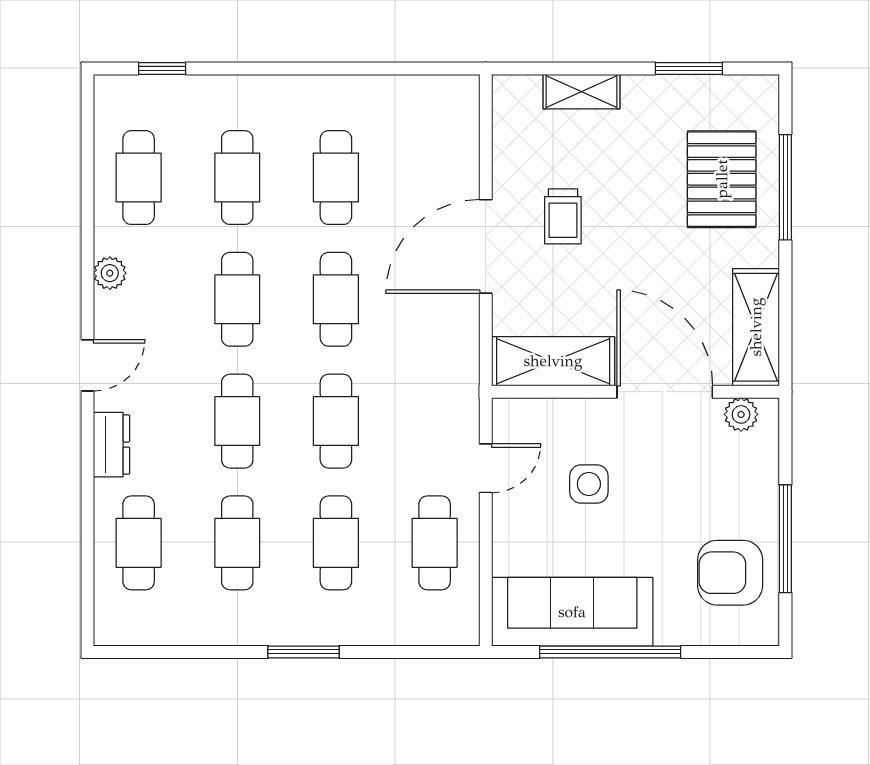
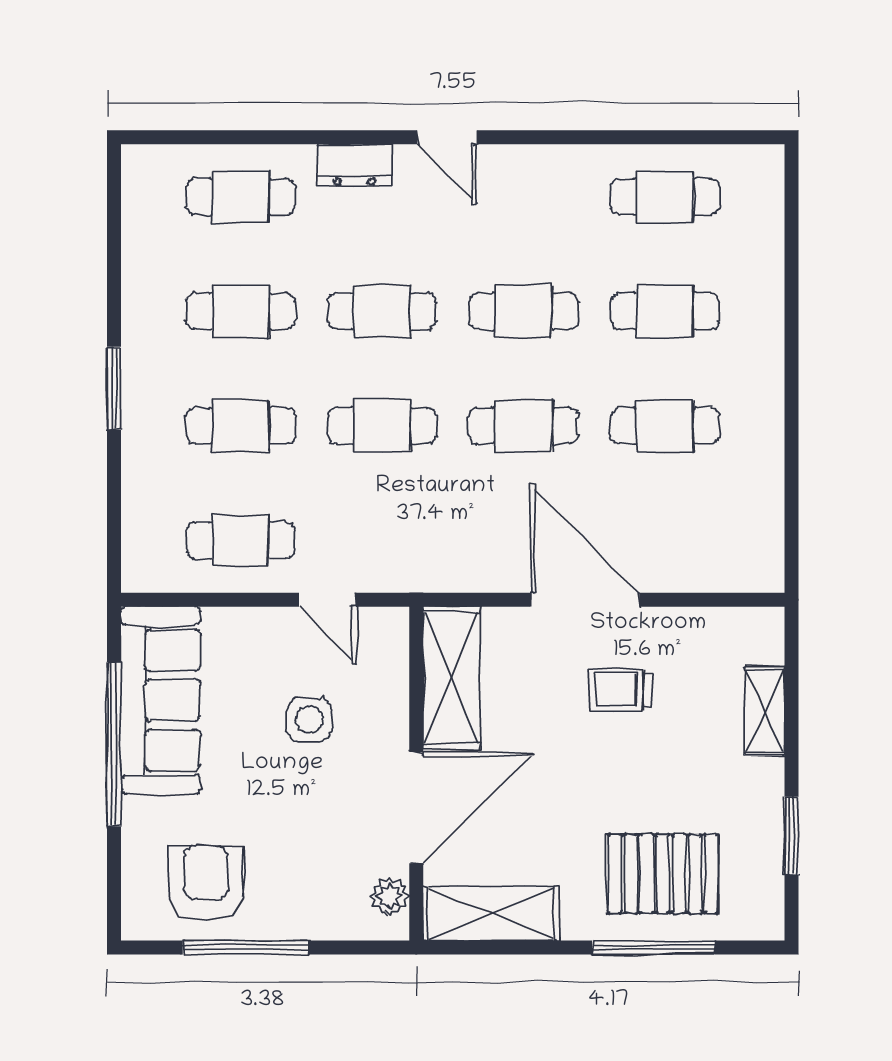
window: (162, 68) -> (792, 224), removed
plant: (110, 273) -> (554, 163), removed

